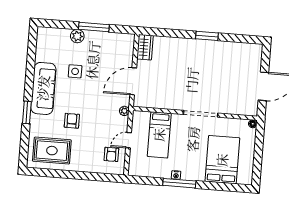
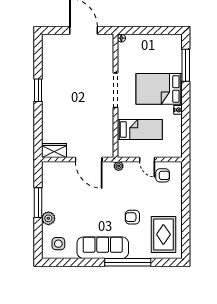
side table: (75, 71) -> (58, 244), moved
window: (27, 112) -> (128, 262), width x2.11
bed: (222, 160) -> (159, 89), moved
window: (179, 183) -> (186, 65), moved

